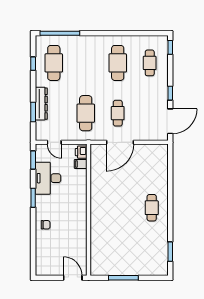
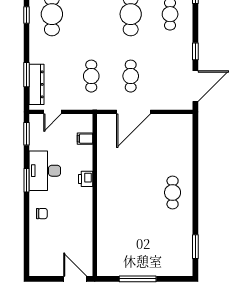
dresser: (41, 104) -> (36, 84), moved
cafe table: (86, 113) -> (91, 76), width x0.73, depth x0.74
door: (54, 142) -> (53, 112), hinge flipped
printer: (81, 152) -> (86, 179), moved
desk: (48, 178) -> (45, 171), moved

